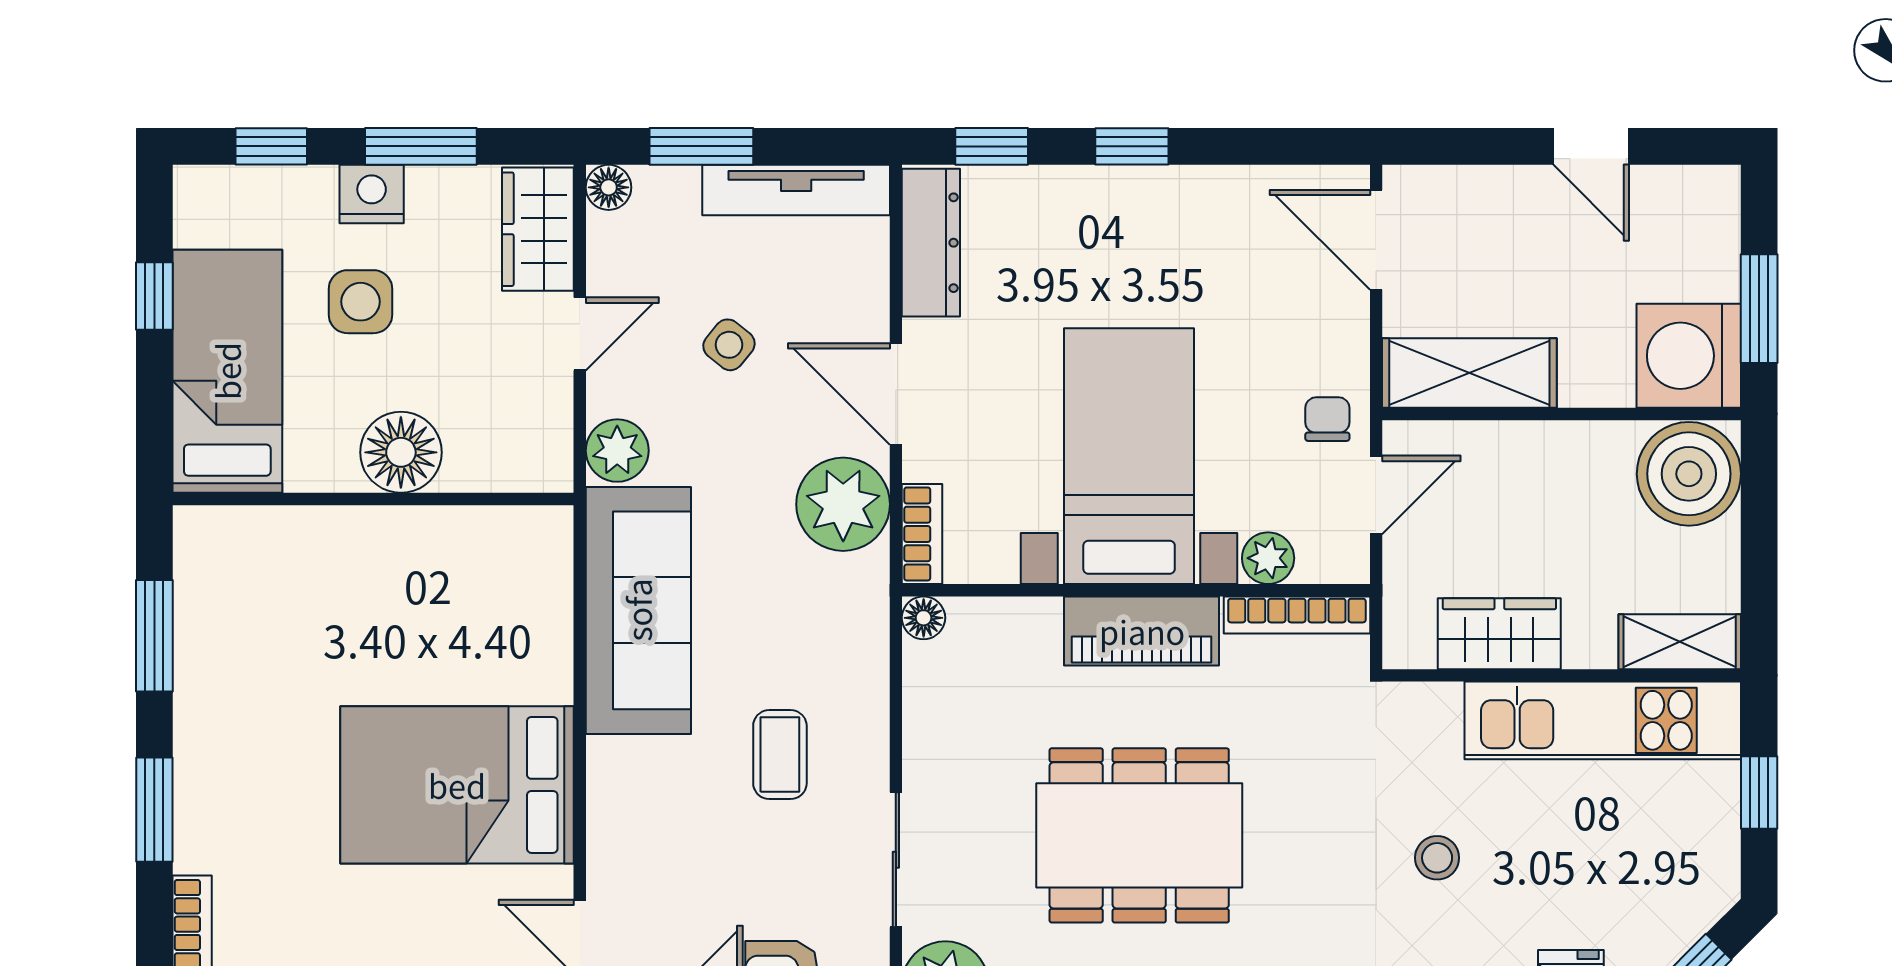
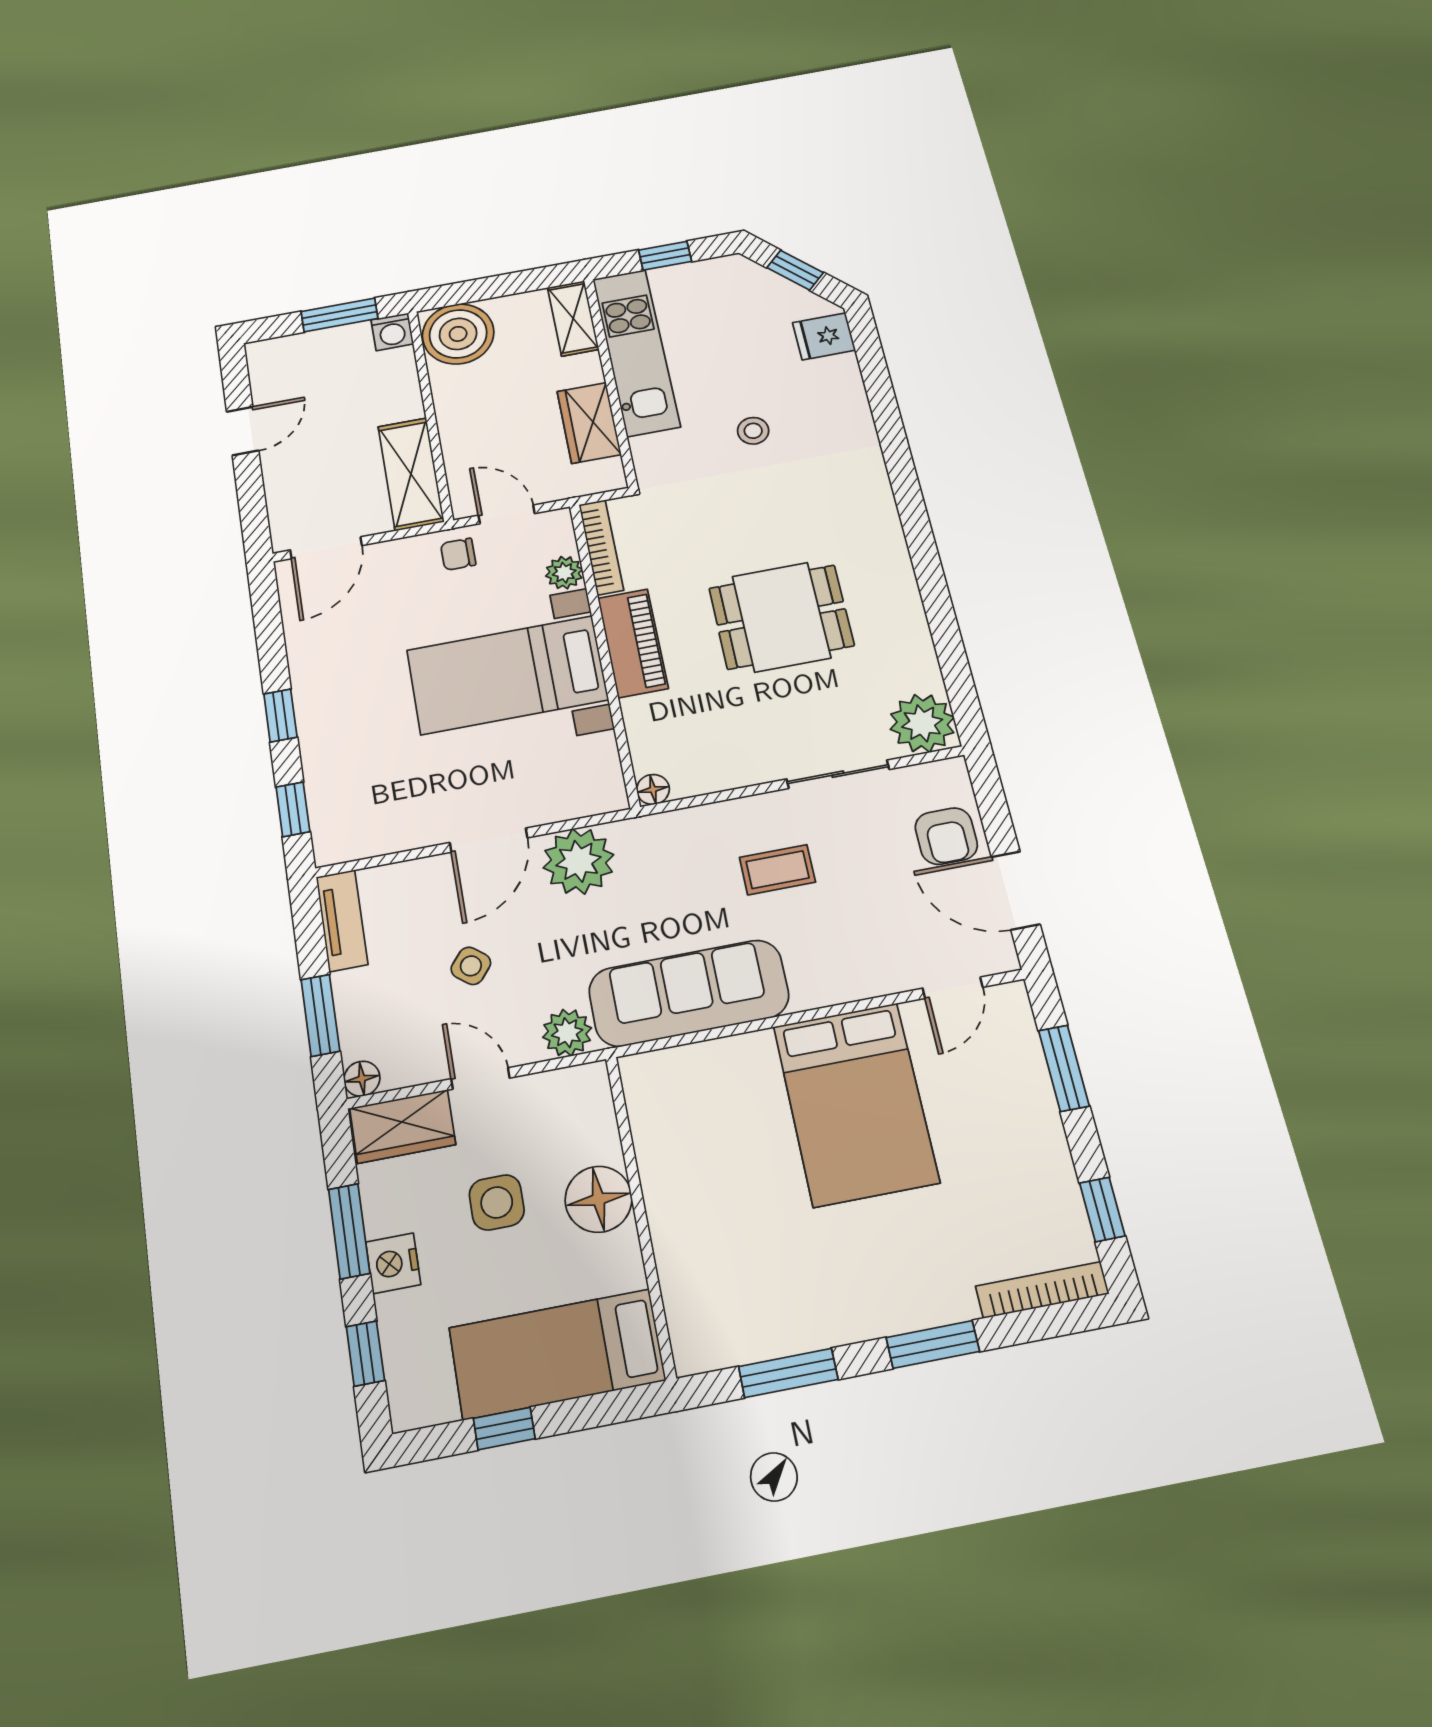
tv unit: (796, 190) -> (342, 920), width x0.71
dresser: (931, 243) -> (371, 837), removed
side table: (360, 302) -> (497, 1202), moved
washing machine: (1689, 356) -> (392, 332), width x0.53, depth x0.53
bookcase: (922, 534) -> (590, 802), removed
dining table: (1139, 835) -> (781, 617), width x0.73

